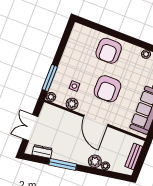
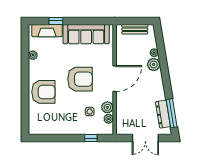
window: (50, 78) -> (91, 138), width x0.46
plant: (51, 97) -> (109, 119), moved
dresser: (42, 151) -> (163, 114), width x1.44
window: (63, 164) -> (172, 113), moved

